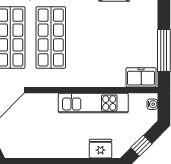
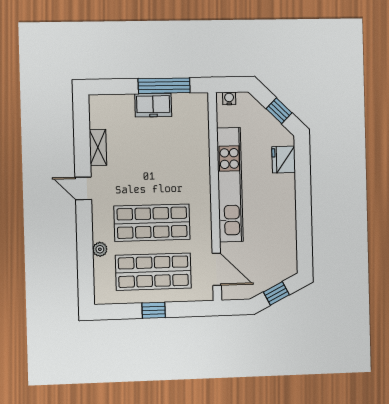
freezer: (141, 77) -> (153, 105), moved, turned -90
kitchen unit: (93, 103) -> (230, 185), width x1.36

